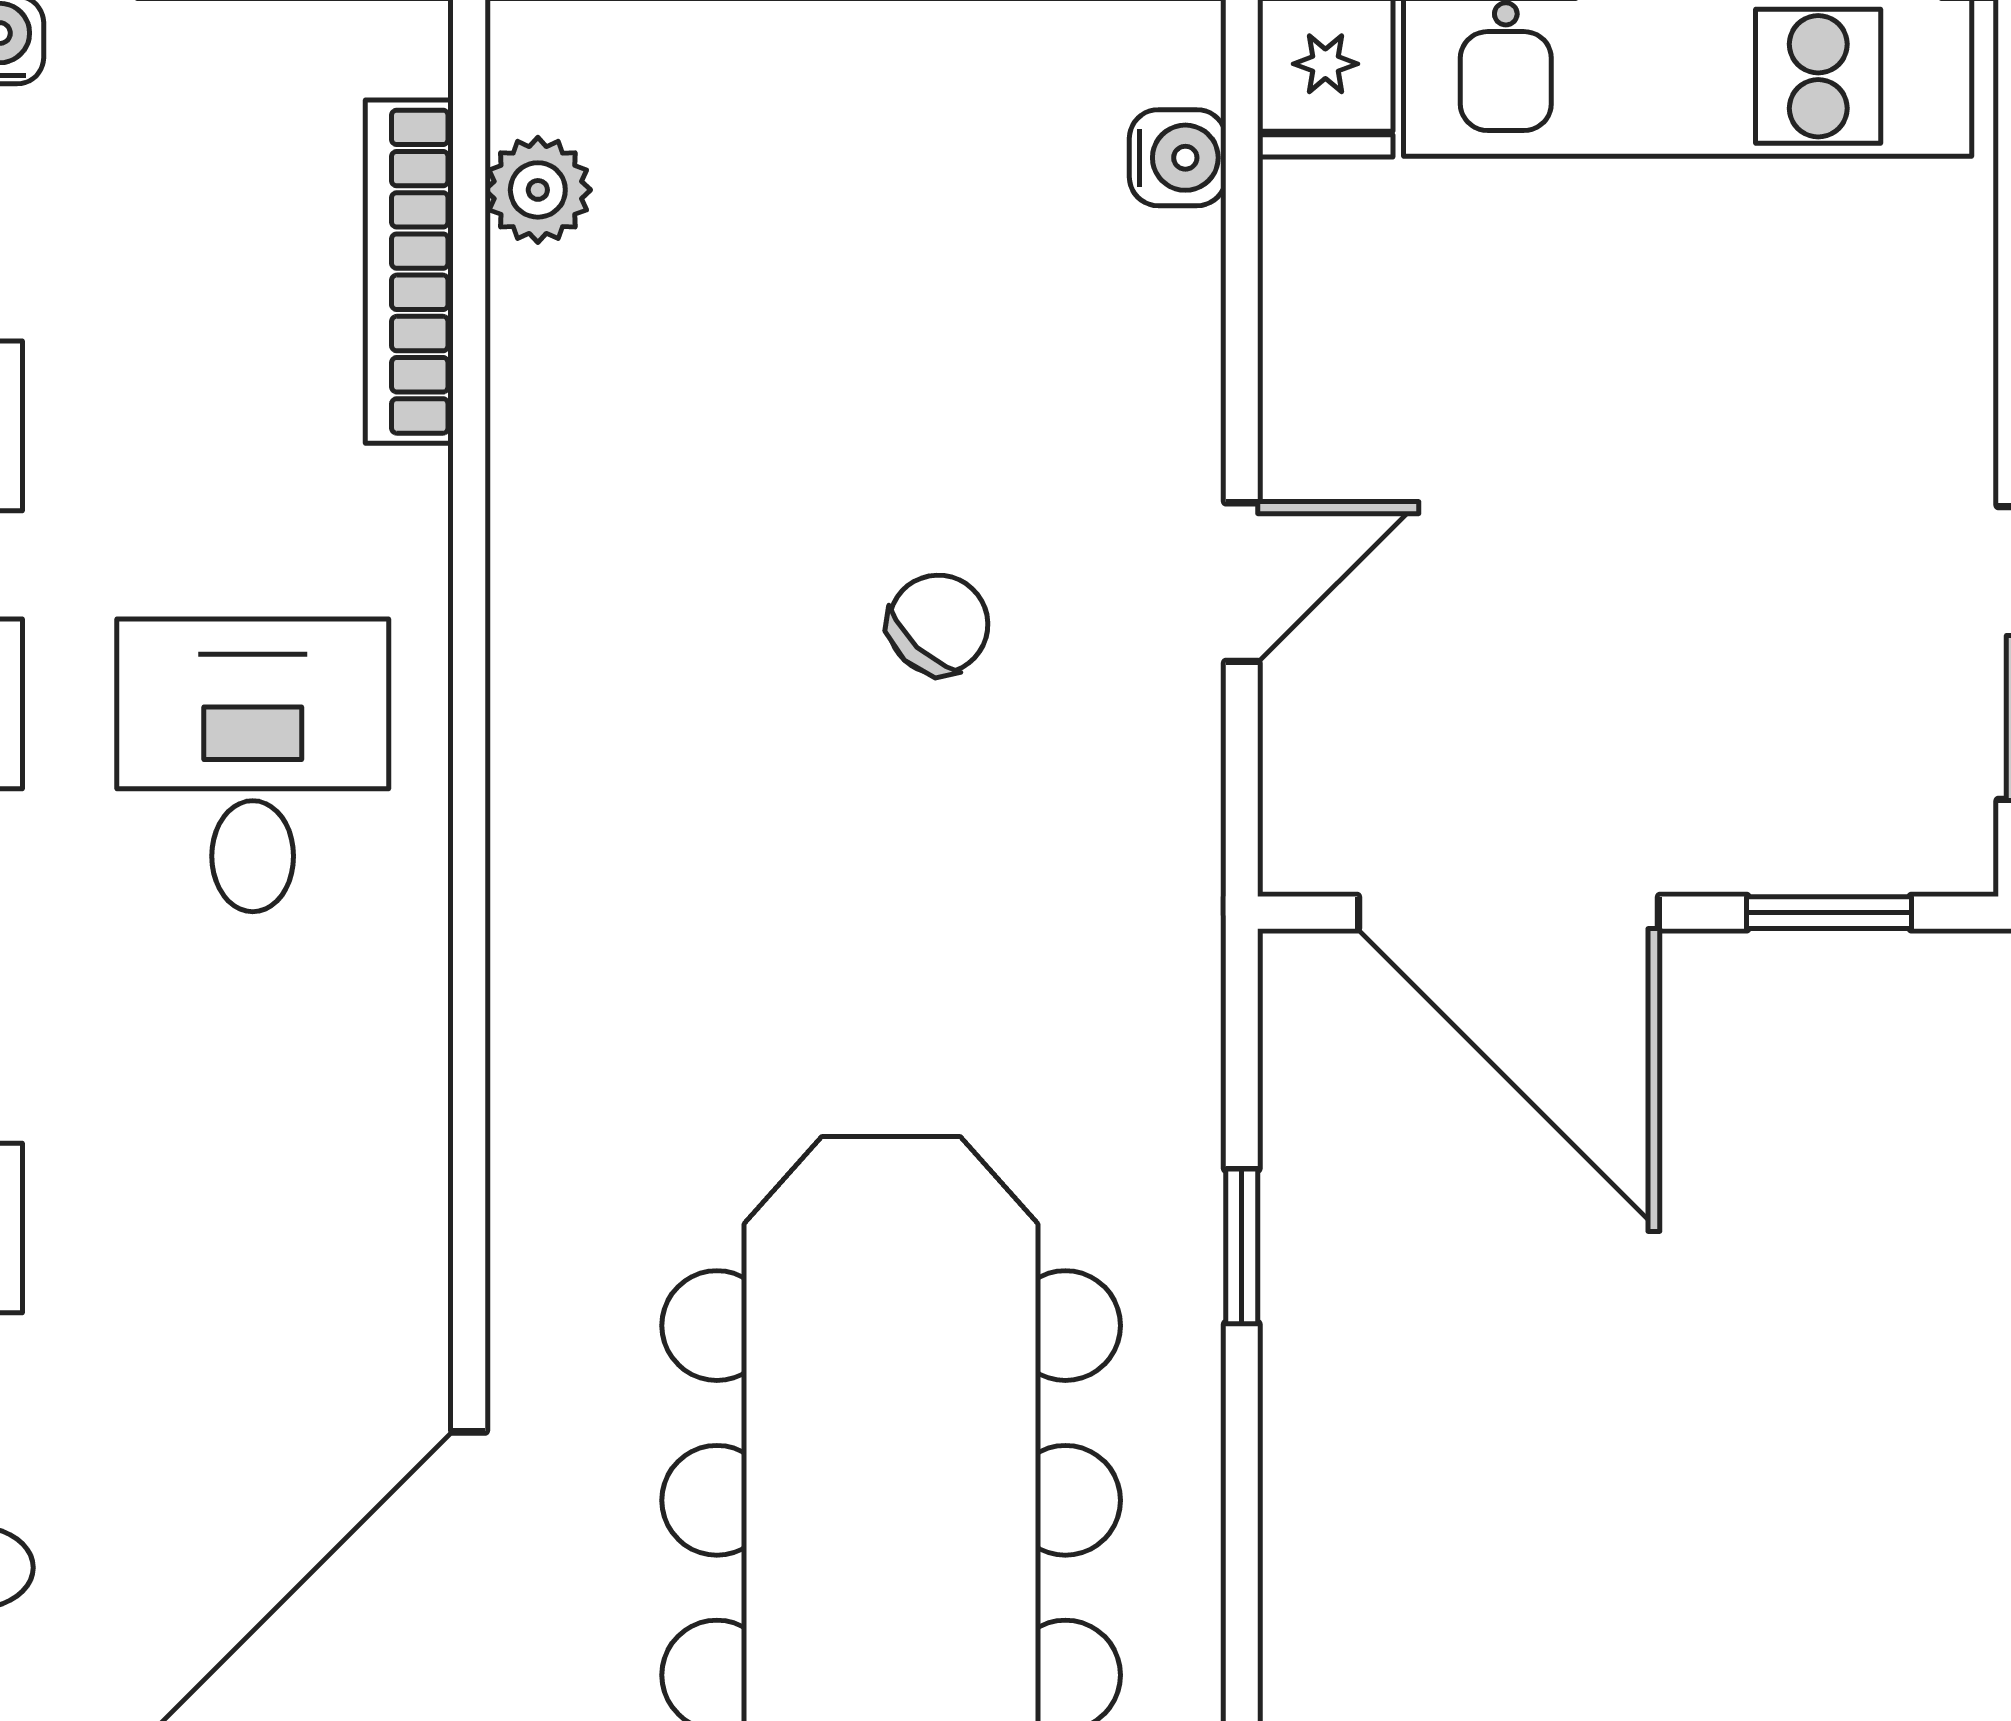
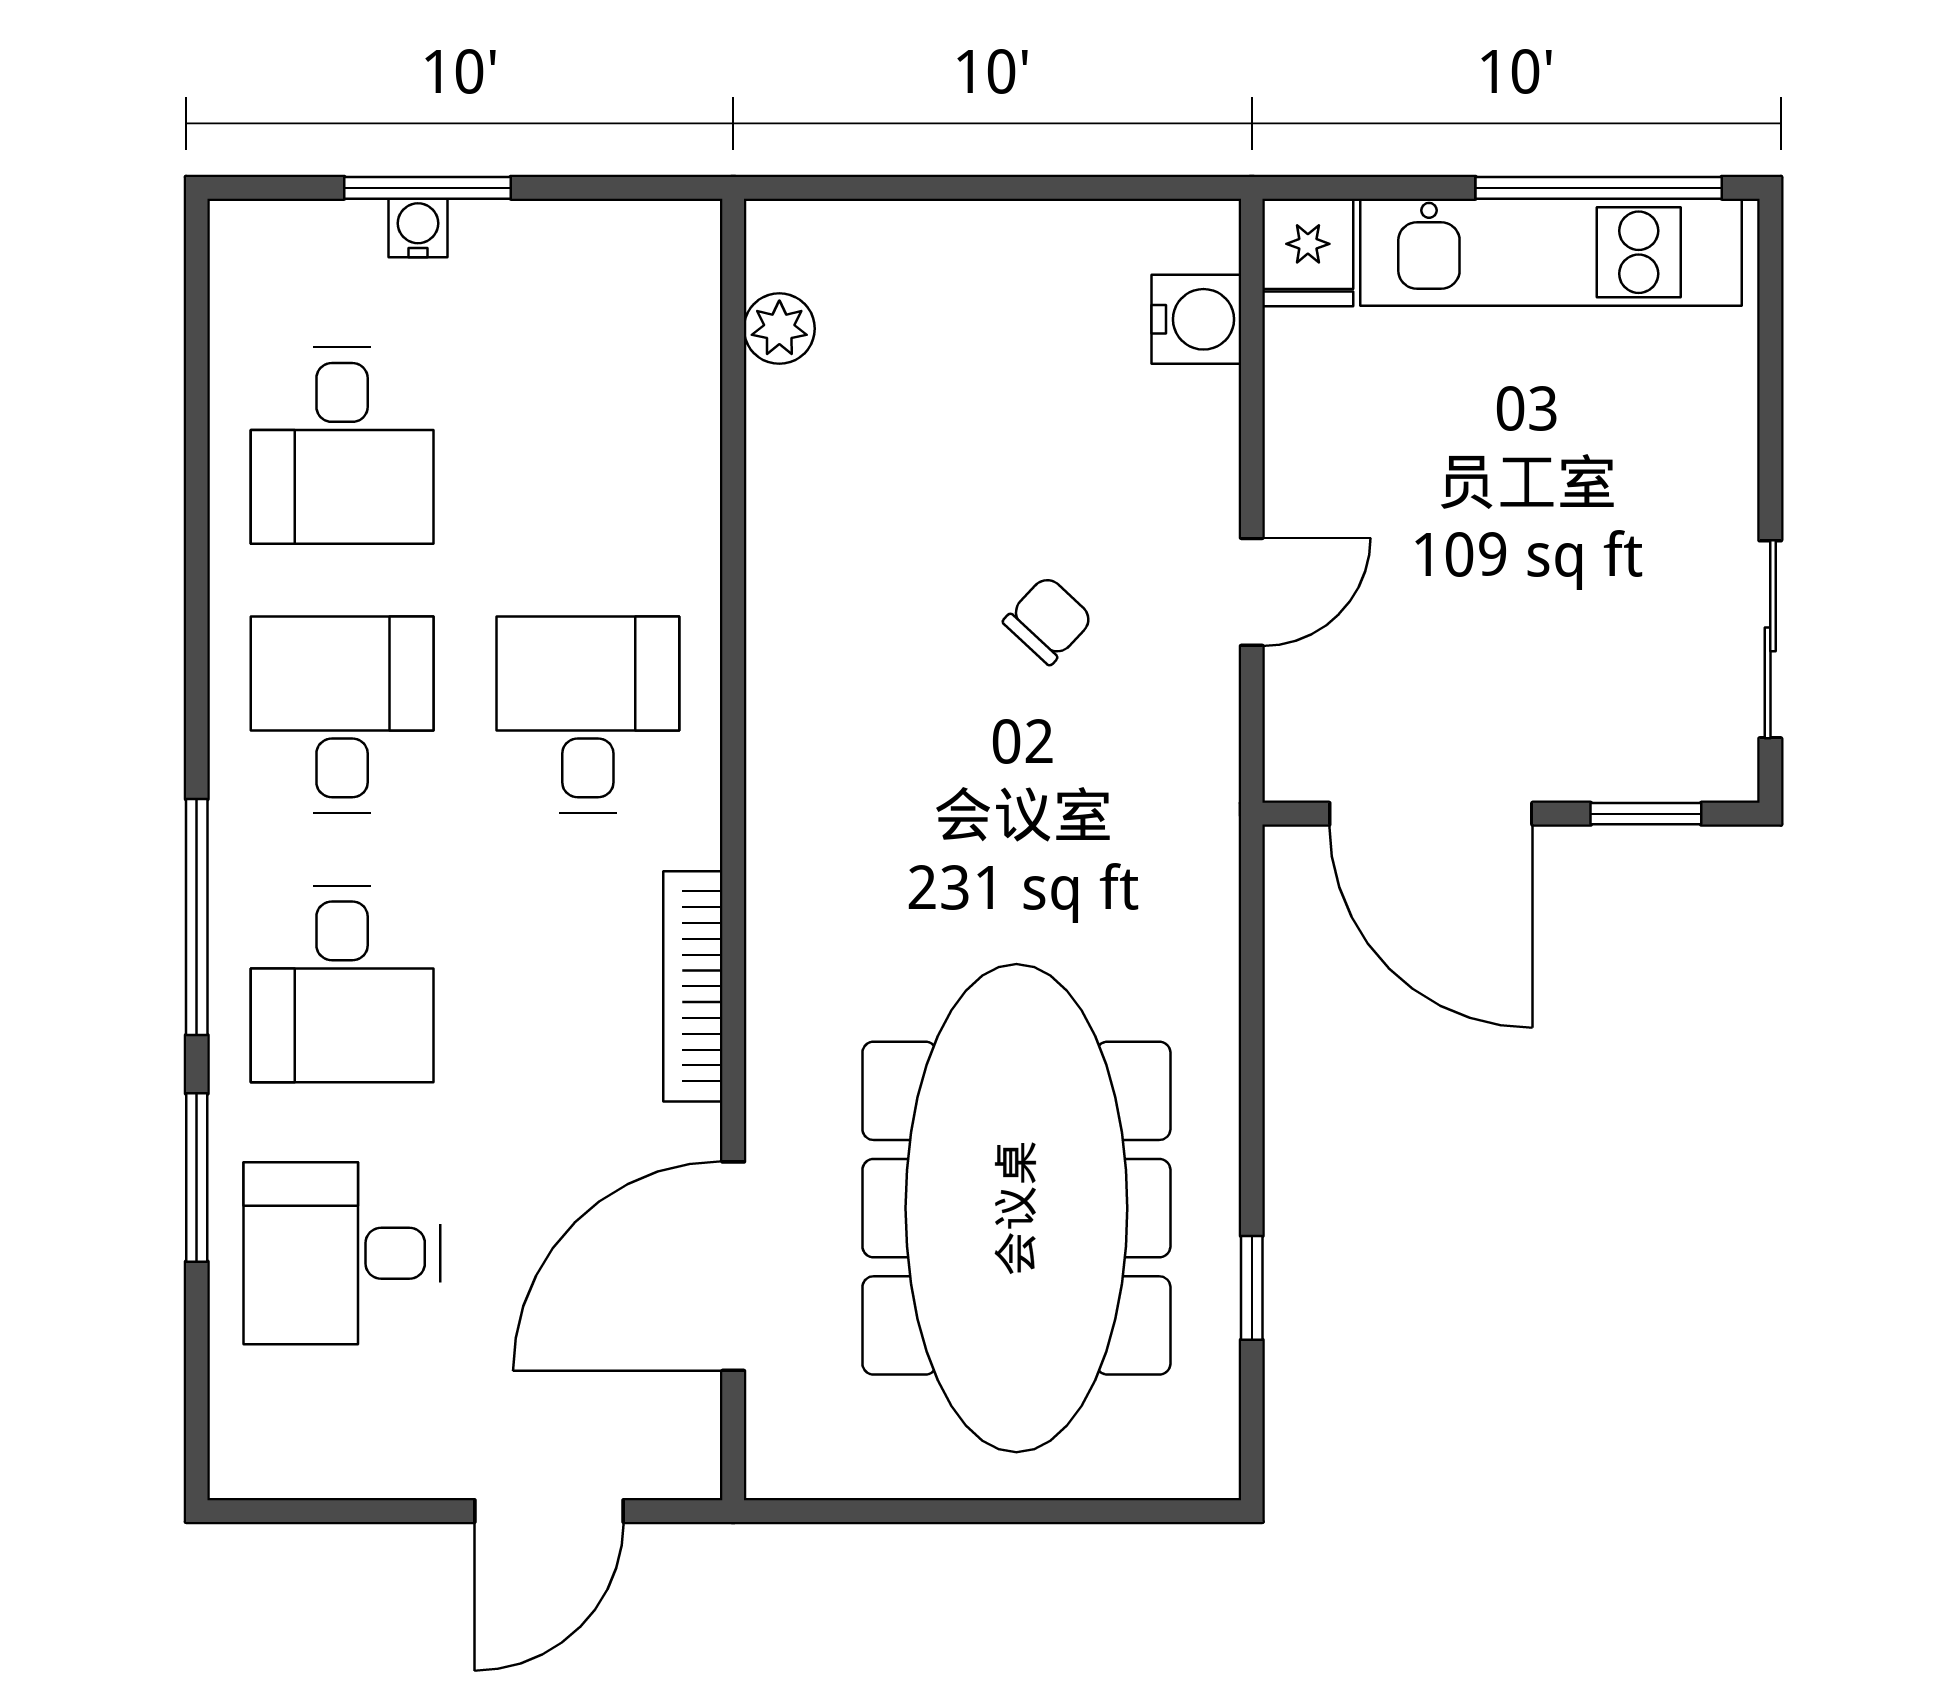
water cooler: (1178, 158) -> (1196, 319), width x1.38, depth x1.38
bookcase: (409, 272) -> (693, 986), moved
window: (1242, 1246) -> (1252, 1288), moved

